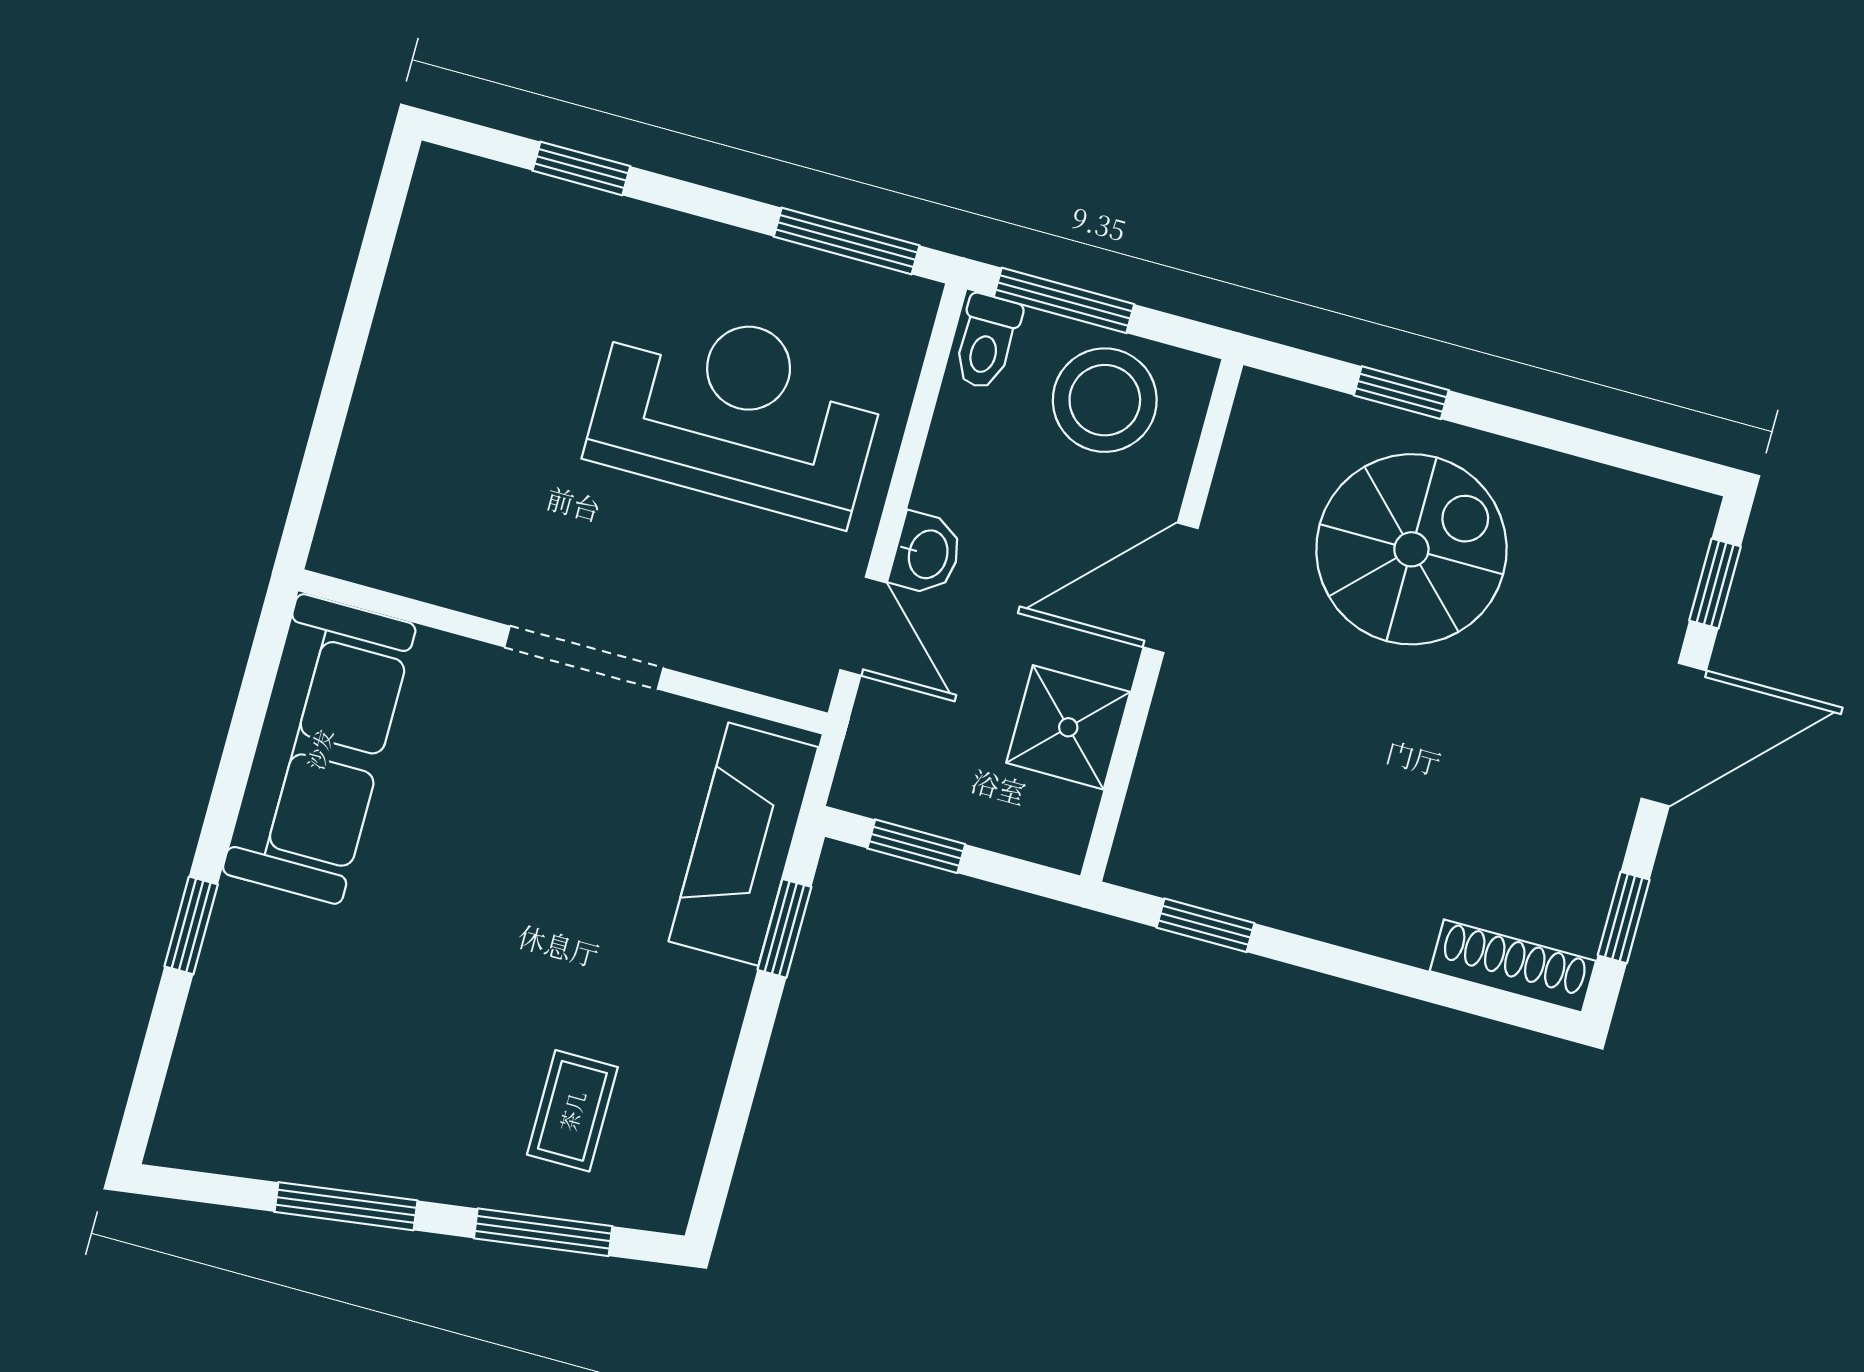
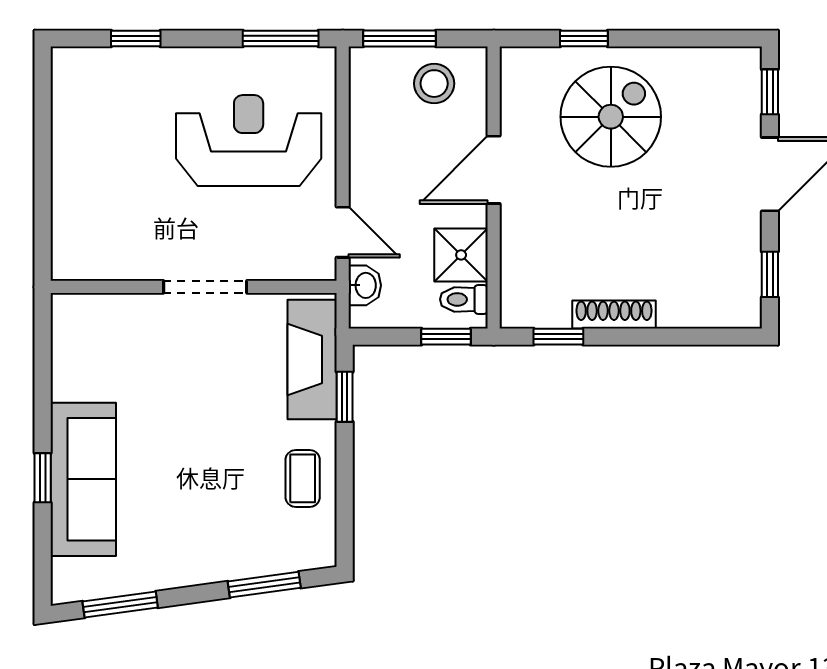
toilet: (987, 342) -> (464, 299), moved, turned 90
stool: (1105, 400) -> (434, 84), width x0.73, depth x0.73
washbasin: (926, 554) -> (365, 285), moved
sofa: (319, 749) -> (83, 479), moved
window: (916, 846) -> (446, 337), moved
shoe rack: (1513, 966) -> (614, 314), moved
coffee table: (572, 1111) -> (303, 478), moved
window: (346, 1206) -> (120, 604), moved

